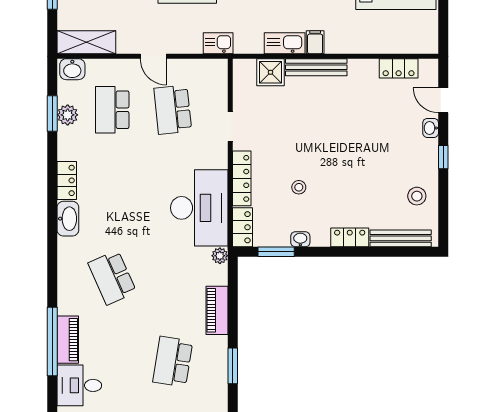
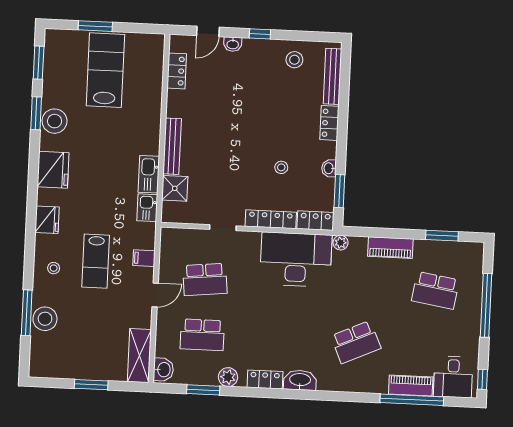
filing cabinet: (315, 42) -> (144, 258), moved
kitchen sink: (218, 43) -> (147, 208), moved
plant: (68, 115) -> (228, 377), moved

